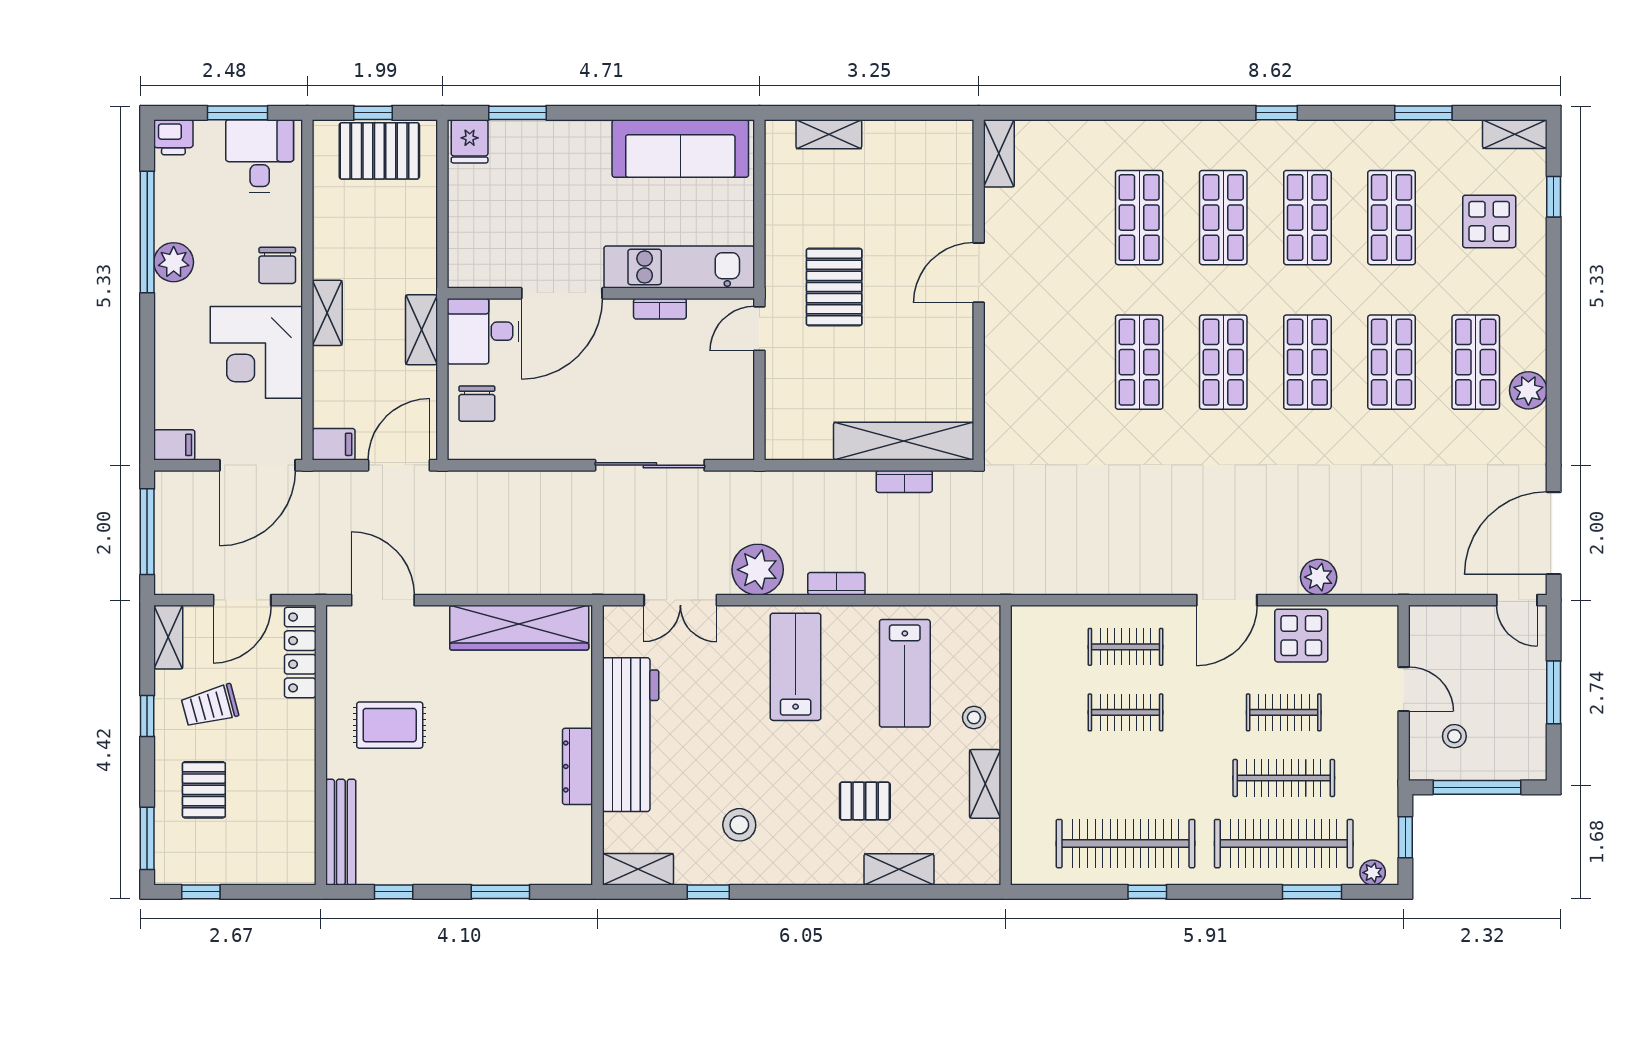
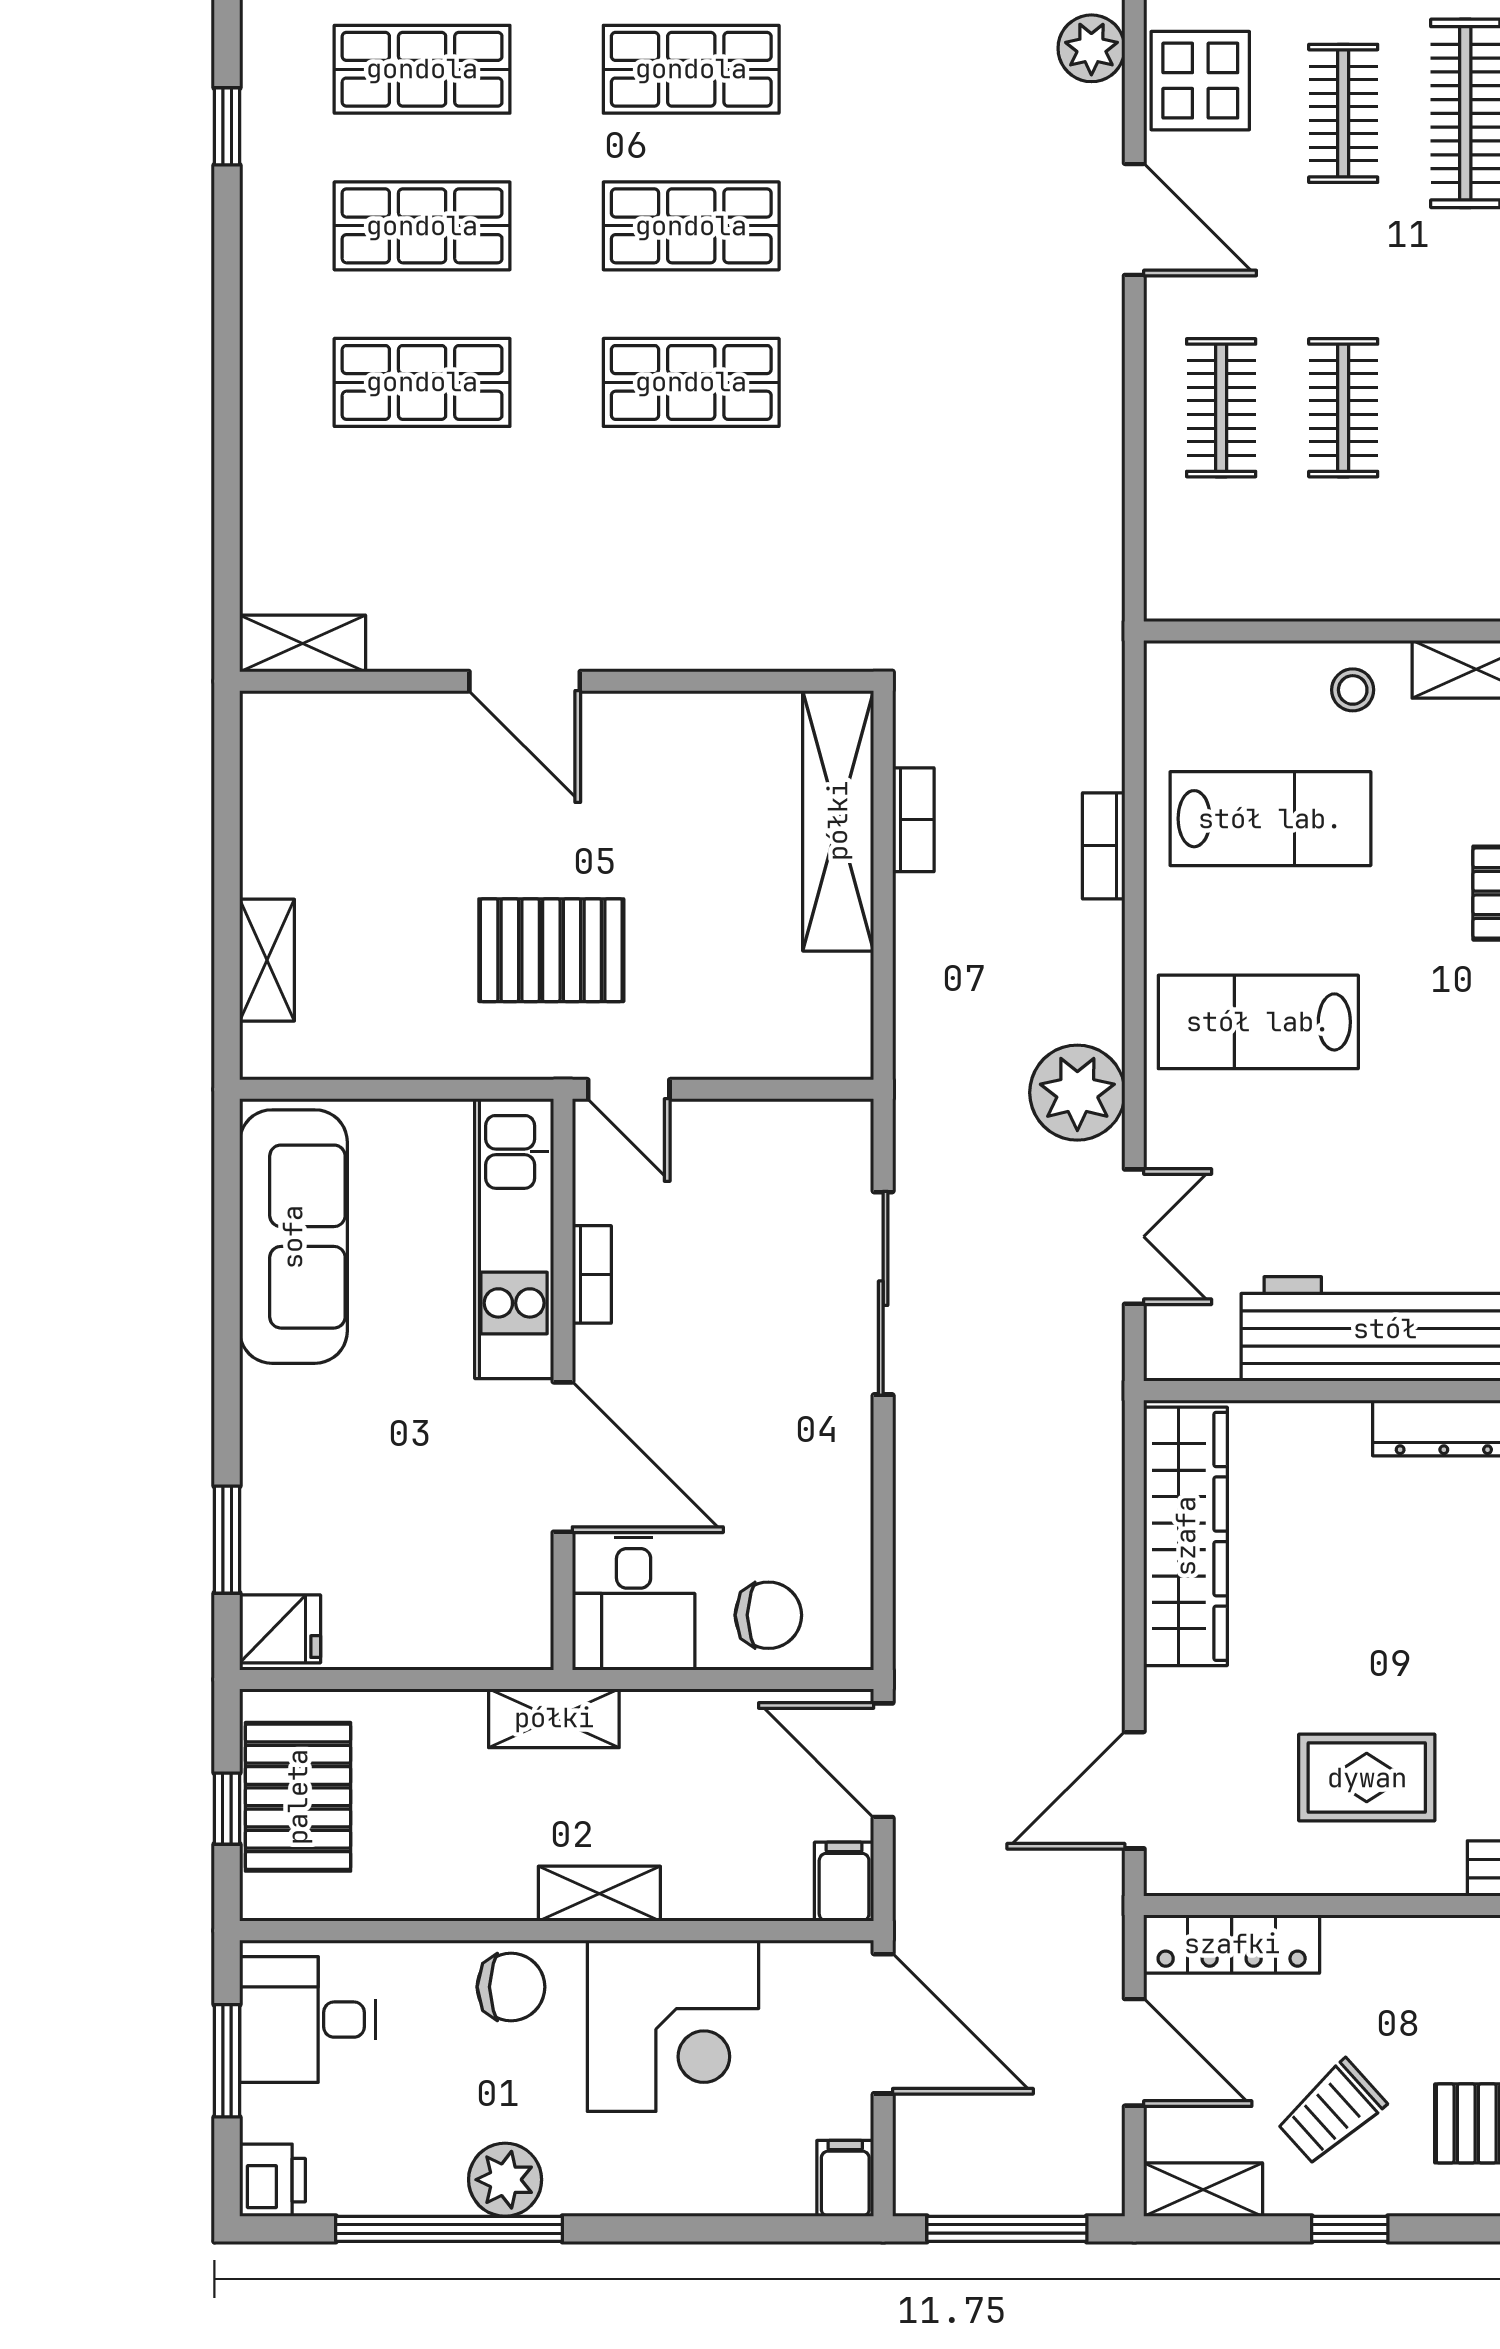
shelving: (421, 330) -> (554, 1718), moved
bookcase: (836, 584) -> (1104, 846), moved
trolley: (210, 706) -> (1331, 2112), turned 63
rug: (390, 725) -> (1367, 1778), turned 90

